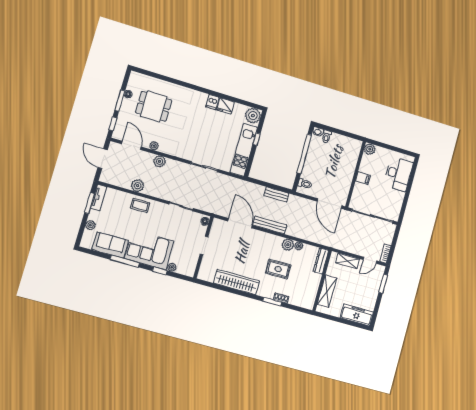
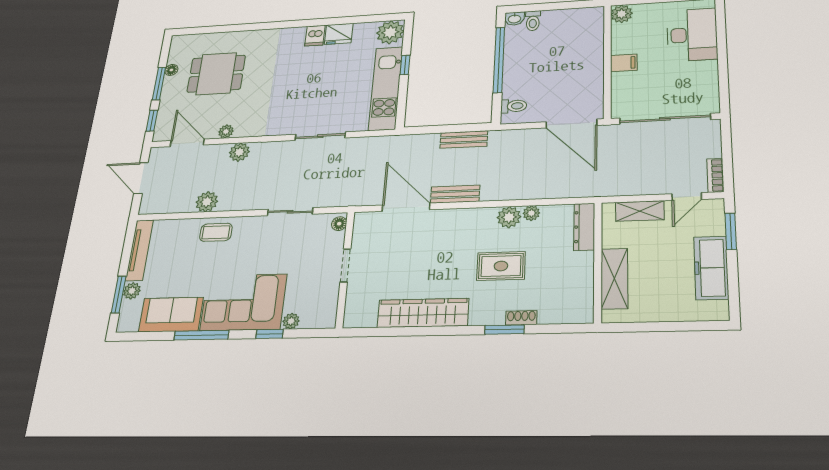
tv unit: (99, 198) -> (139, 250), width x1.41
window: (89, 203) -> (119, 294), moved
bench: (270, 225) -> (455, 194), width x0.73
freezer: (357, 315) -> (711, 268), moved, turned -90

